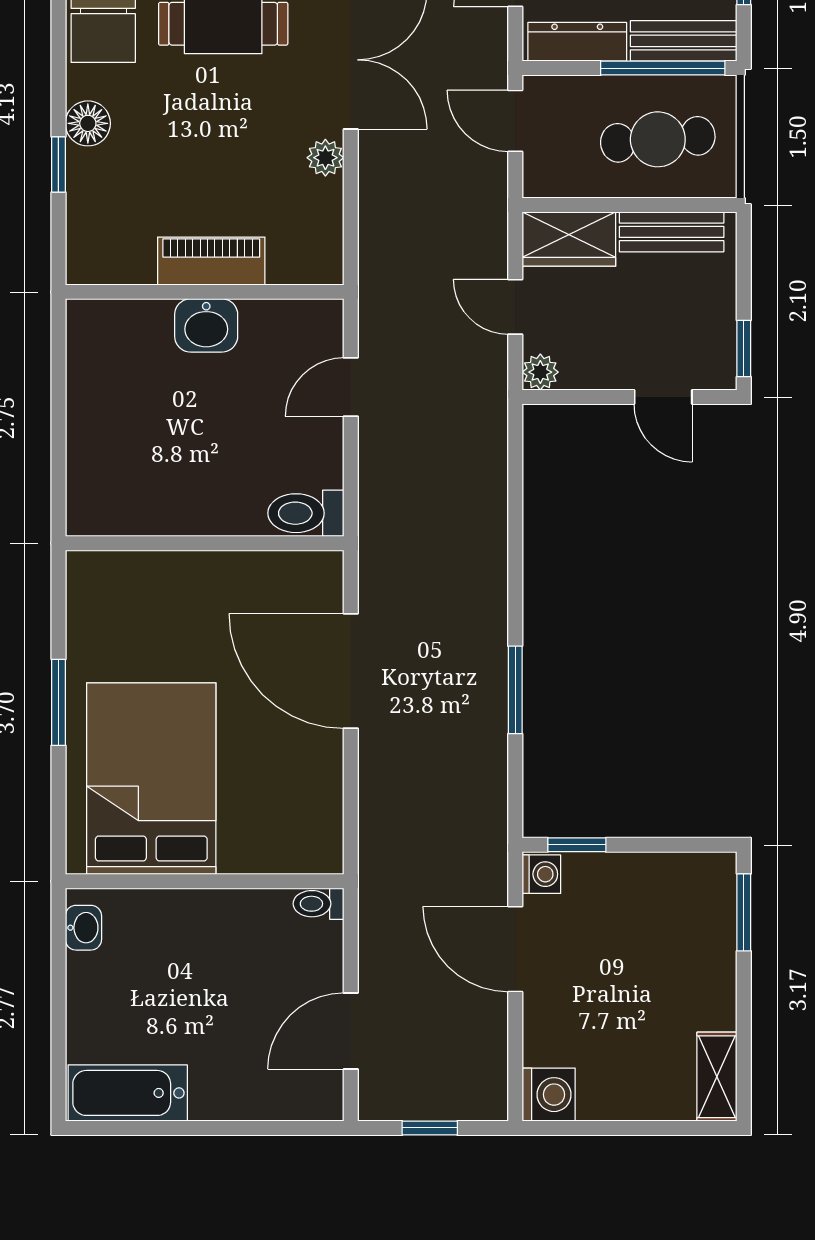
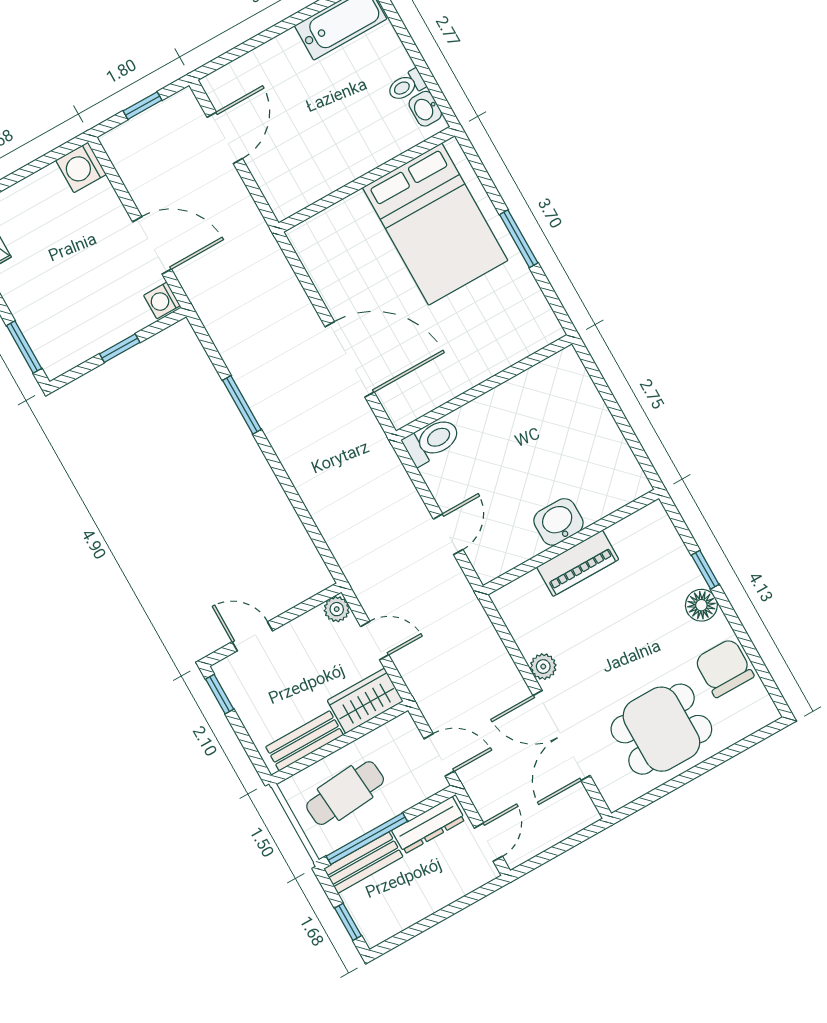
window: (577, 845) -> (120, 348), moved
toilet: (319, 904) -> (406, 86), moved, turned 180

